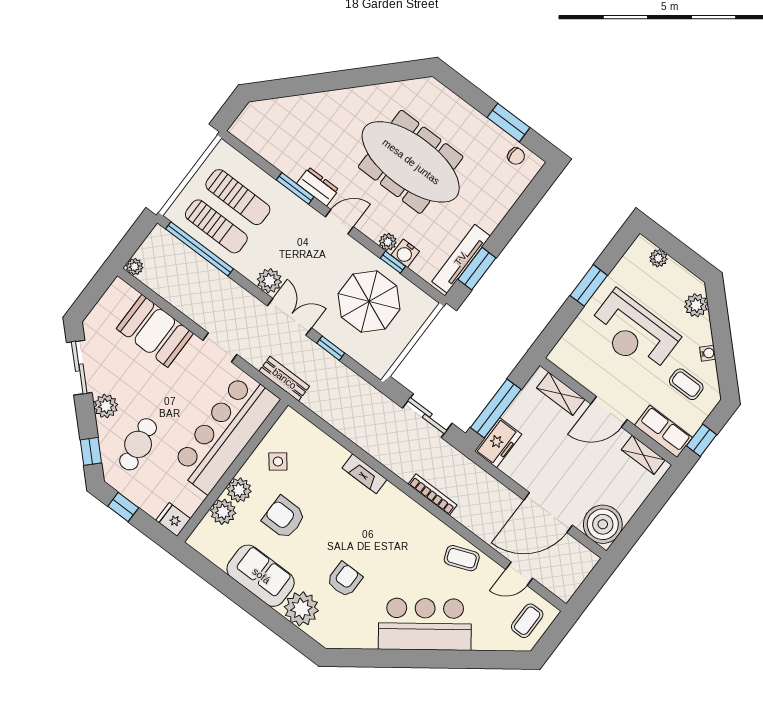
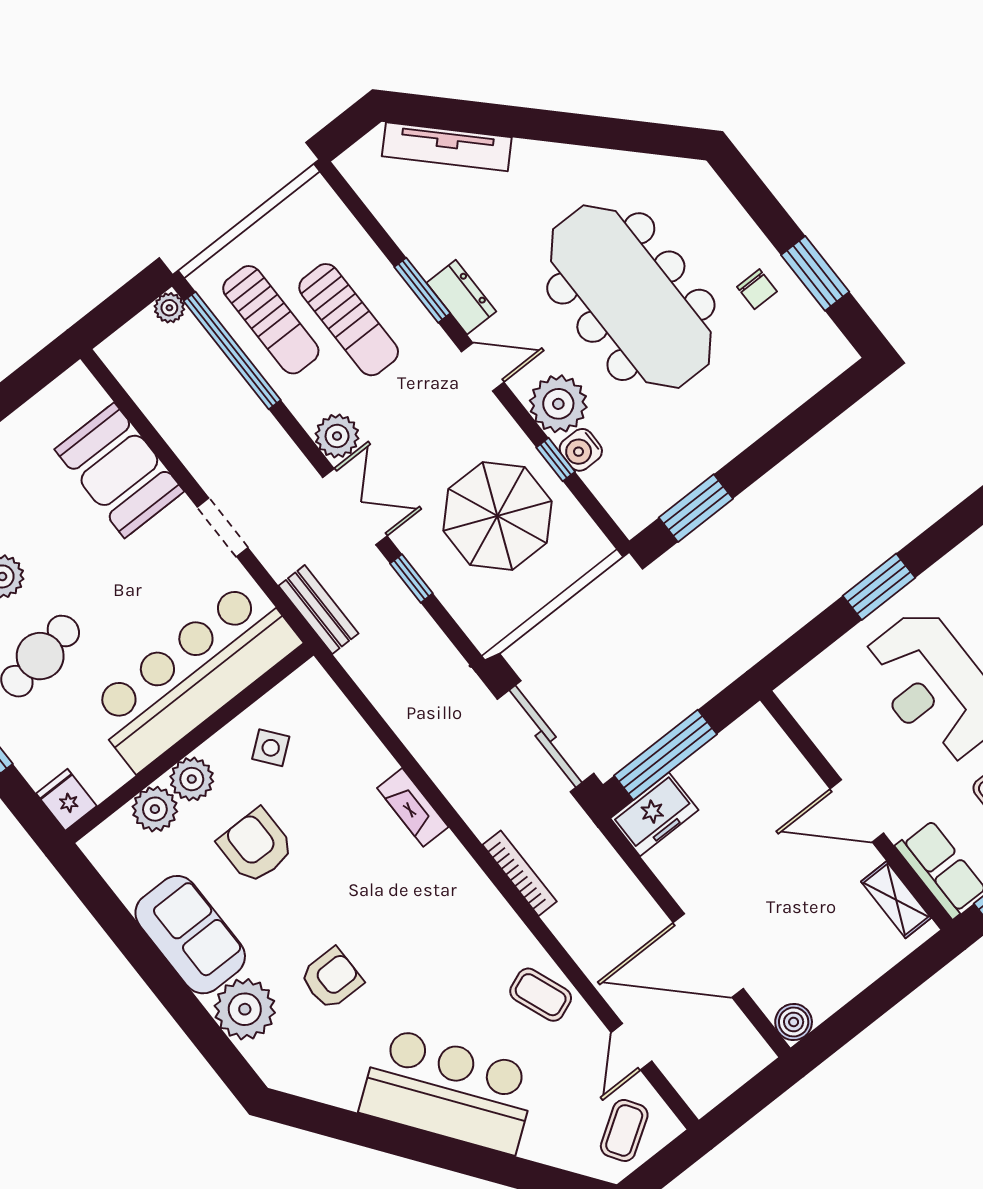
chair: (516, 156) -> (757, 289), moved
sun lounger: (238, 197) -> (349, 320), moved
plant: (388, 242) -> (558, 404), width x1.88, depth x1.88
tv unit: (461, 259) -> (447, 147), moved, turned -135
plant: (135, 267) -> (169, 308), moved
shelving: (561, 394) -> (783, 759), removed
sliding door: (427, 416) -> (546, 736), width x1.37
boiler: (603, 524) -> (794, 1022), width x0.54, depth x0.54
door: (519, 574) -> (632, 1047), hinge flipped
coffee table: (527, 621) -> (624, 1130), turned -33

